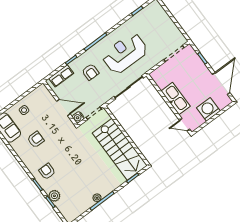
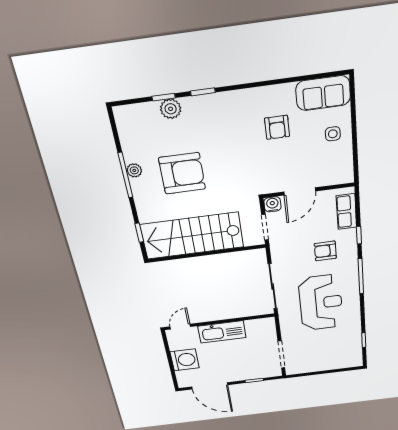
armchair: (47, 171) -> (182, 173), moved, width x1.88, depth x1.88

